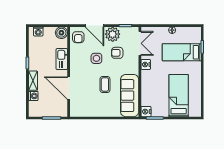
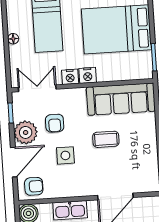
bed: (179, 96) -> (116, 29), width x1.50
nightstand: (146, 112) -> (88, 75), moved

